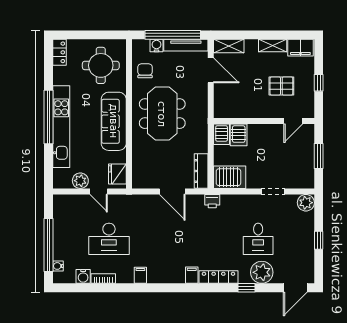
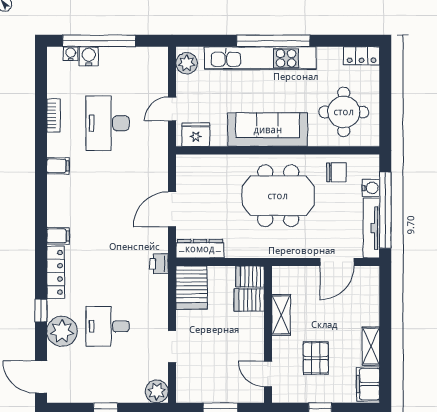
shelving: (229, 46) -> (281, 315), moved
plant: (80, 181) -> (187, 63), moved
water cooler: (83, 276) -> (89, 56), moved, turned 90

